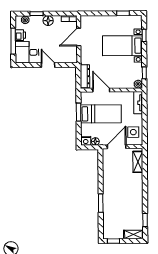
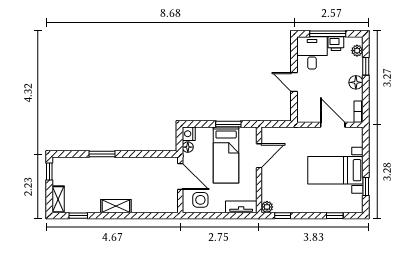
bed with nightstands: (122, 46) -> (335, 170), moved, turned -90
door: (48, 65) -> (294, 82), swing flipped
dresser: (85, 76) -> (278, 133), removed
shelving: (138, 162) -> (116, 206), moved

